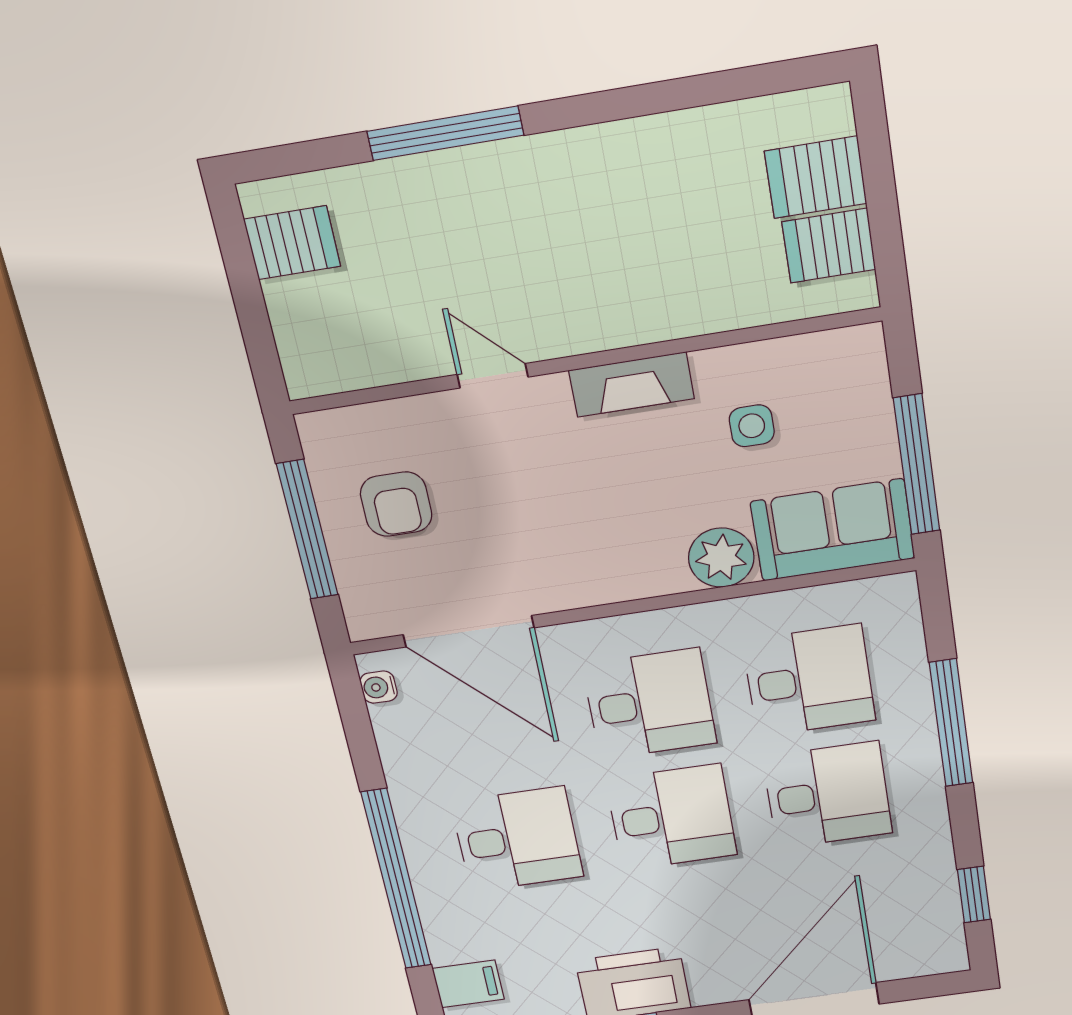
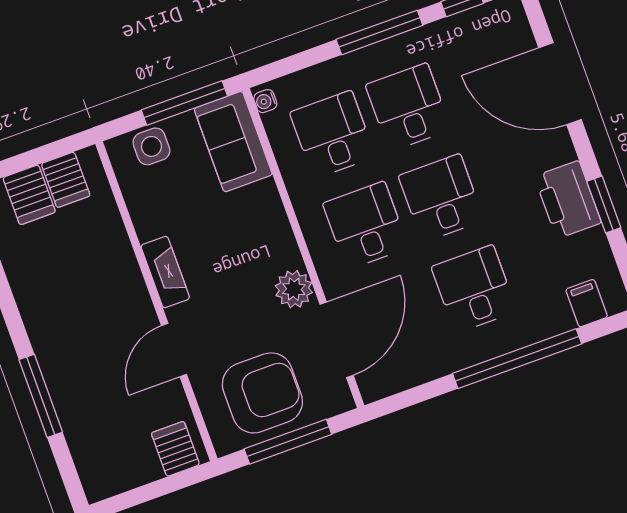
server rack: (292, 243) -> (175, 449), moved
door: (493, 376) -> (174, 350), width x1.38
side table: (752, 426) -> (151, 146), moved, width x1.37, depth x1.37
armchair: (396, 504) -> (262, 393), width x1.88, depth x1.88
plant: (721, 558) -> (294, 289), moved
water cooler: (379, 687) -> (265, 101), moved, turned 90
window: (951, 723) -> (379, 32), moved

